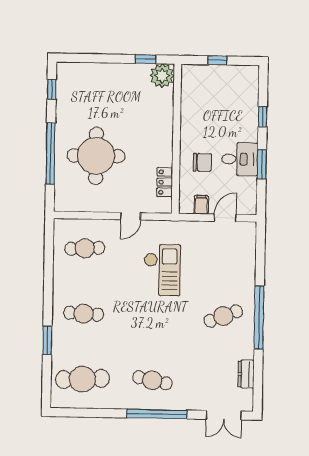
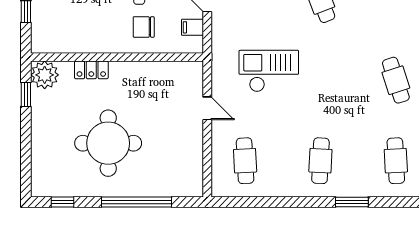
round table: (96, 156) -> (108, 143), moved
chair: (202, 162) -> (144, 27), turned -90
locker: (165, 182) -> (91, 70), moved
cafe table: (82, 379) -> (396, 161), width x0.73, depth x0.74
cafe table: (152, 380) -> (396, 80), turned -30

